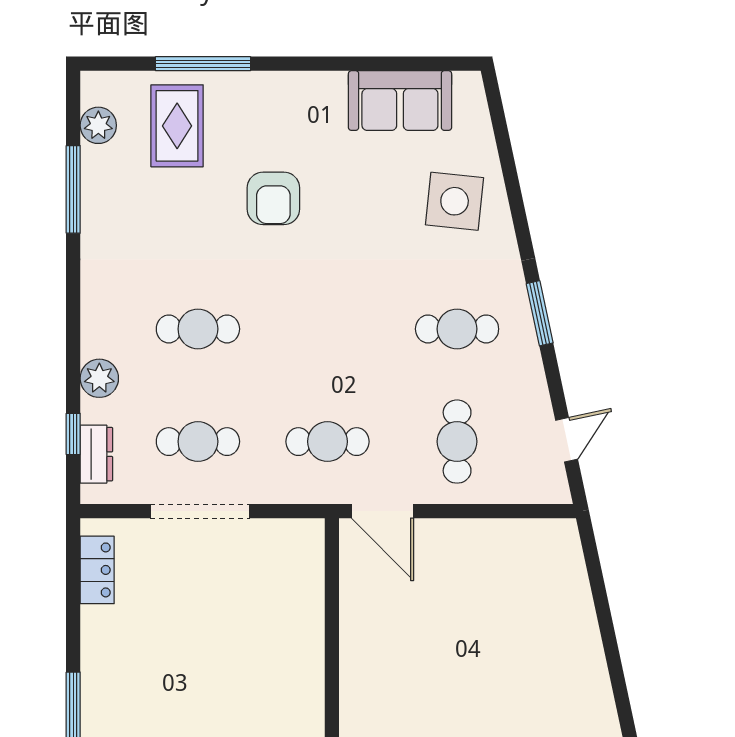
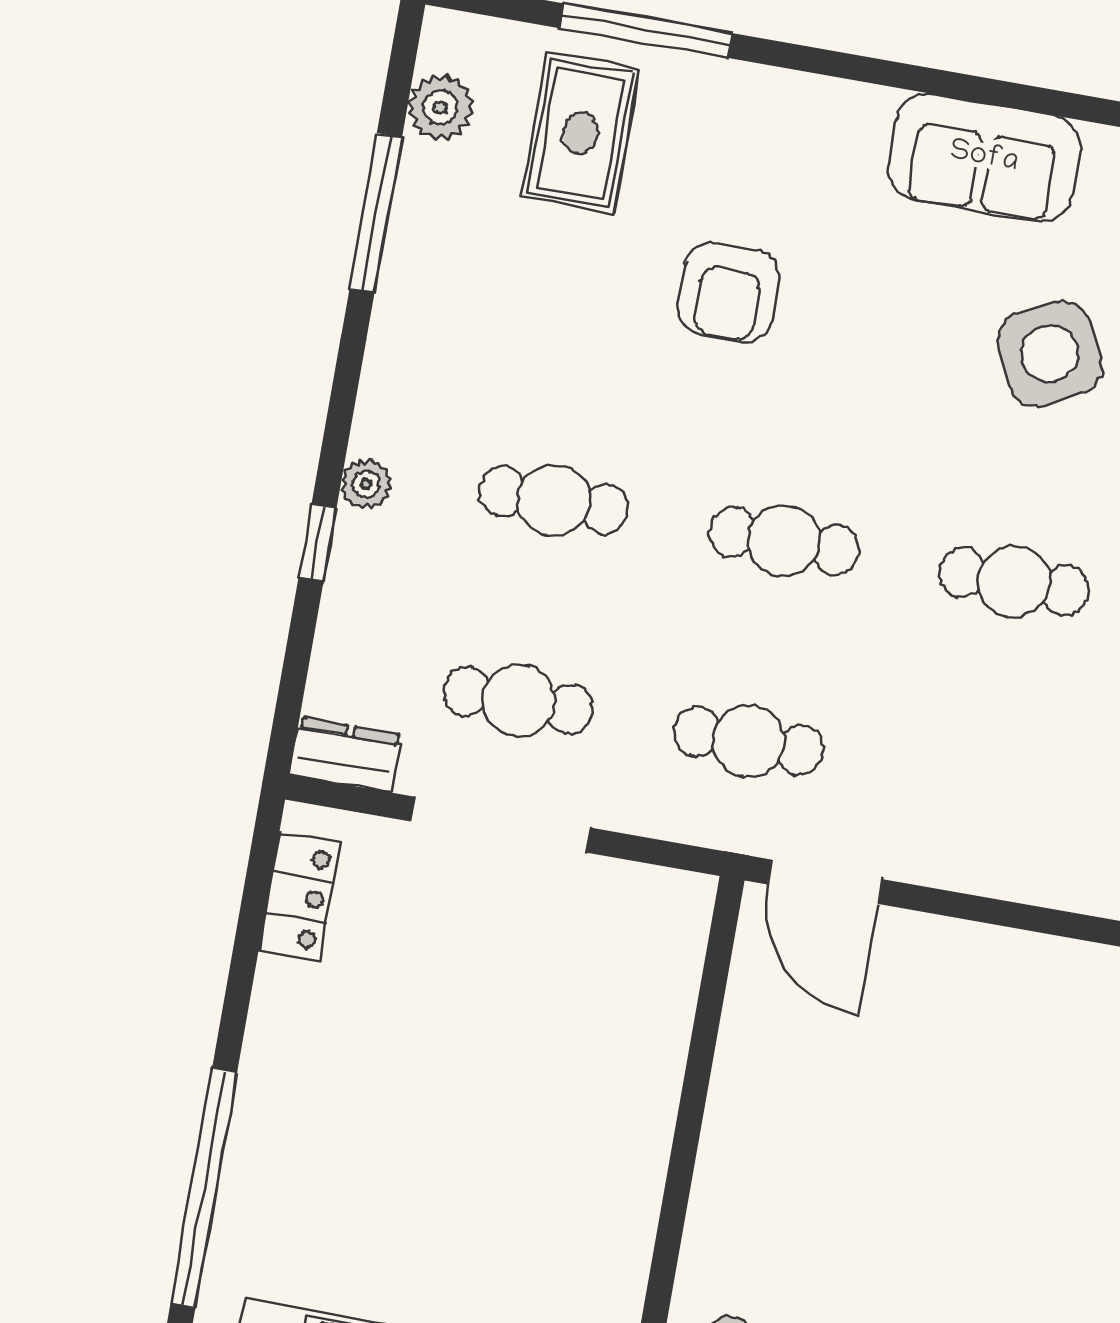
side table: (455, 201) -> (1050, 354), turned -33
plant: (99, 378) -> (366, 484), moved, width x0.73, depth x0.73
window: (73, 434) -> (318, 543), moved
cafe table: (457, 442) -> (784, 541), moved, turned 90
dresser: (96, 454) -> (346, 755), moved, turned -90

